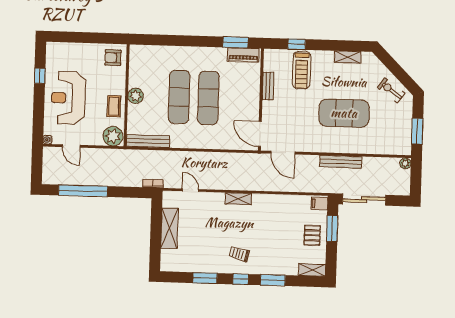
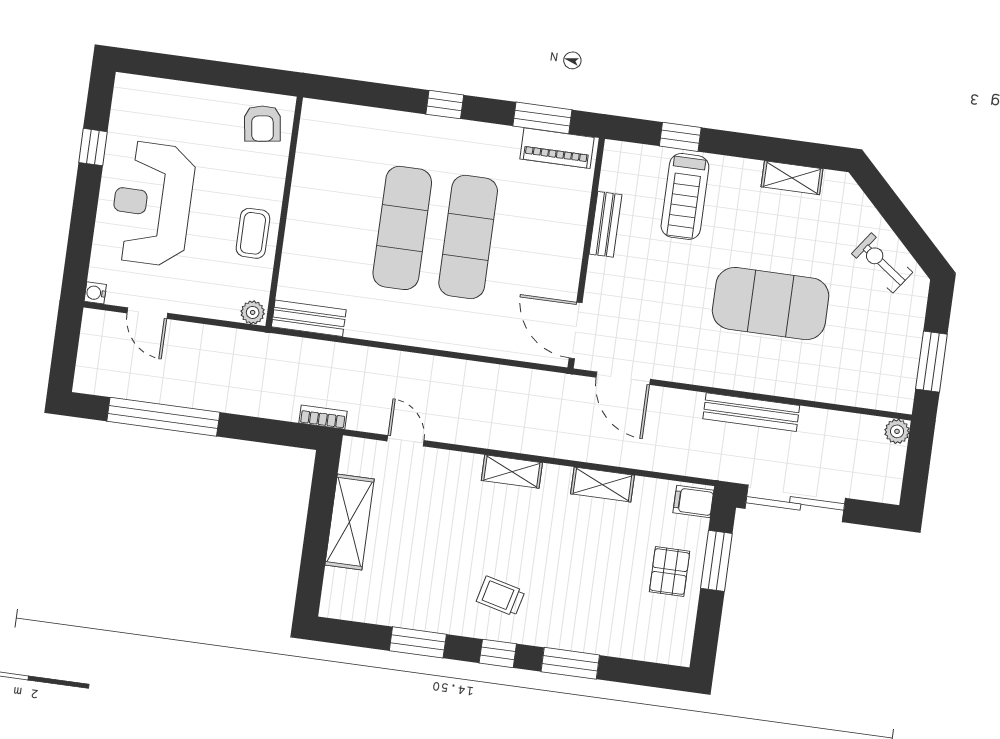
window: (192, 41) -> (445, 105), added
armchair: (113, 58) -> (262, 124), turned -98
plant: (136, 96) -> (304, 215), removed
plant: (113, 136) -> (253, 312), width x0.53, depth x0.53
bench: (148, 141) -> (309, 318), width x0.73
shelving: (312, 270) -> (602, 485), moved

